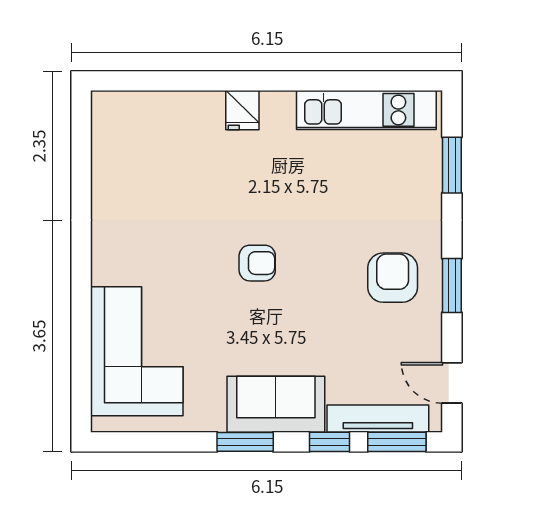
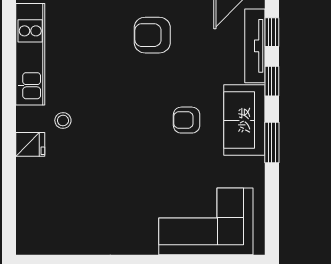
stool: (275, 155) -> (63, 121), added
armchair: (257, 263) -> (187, 120), moved, turned -90
window: (397, 442) -> (272, 32), width x0.67

